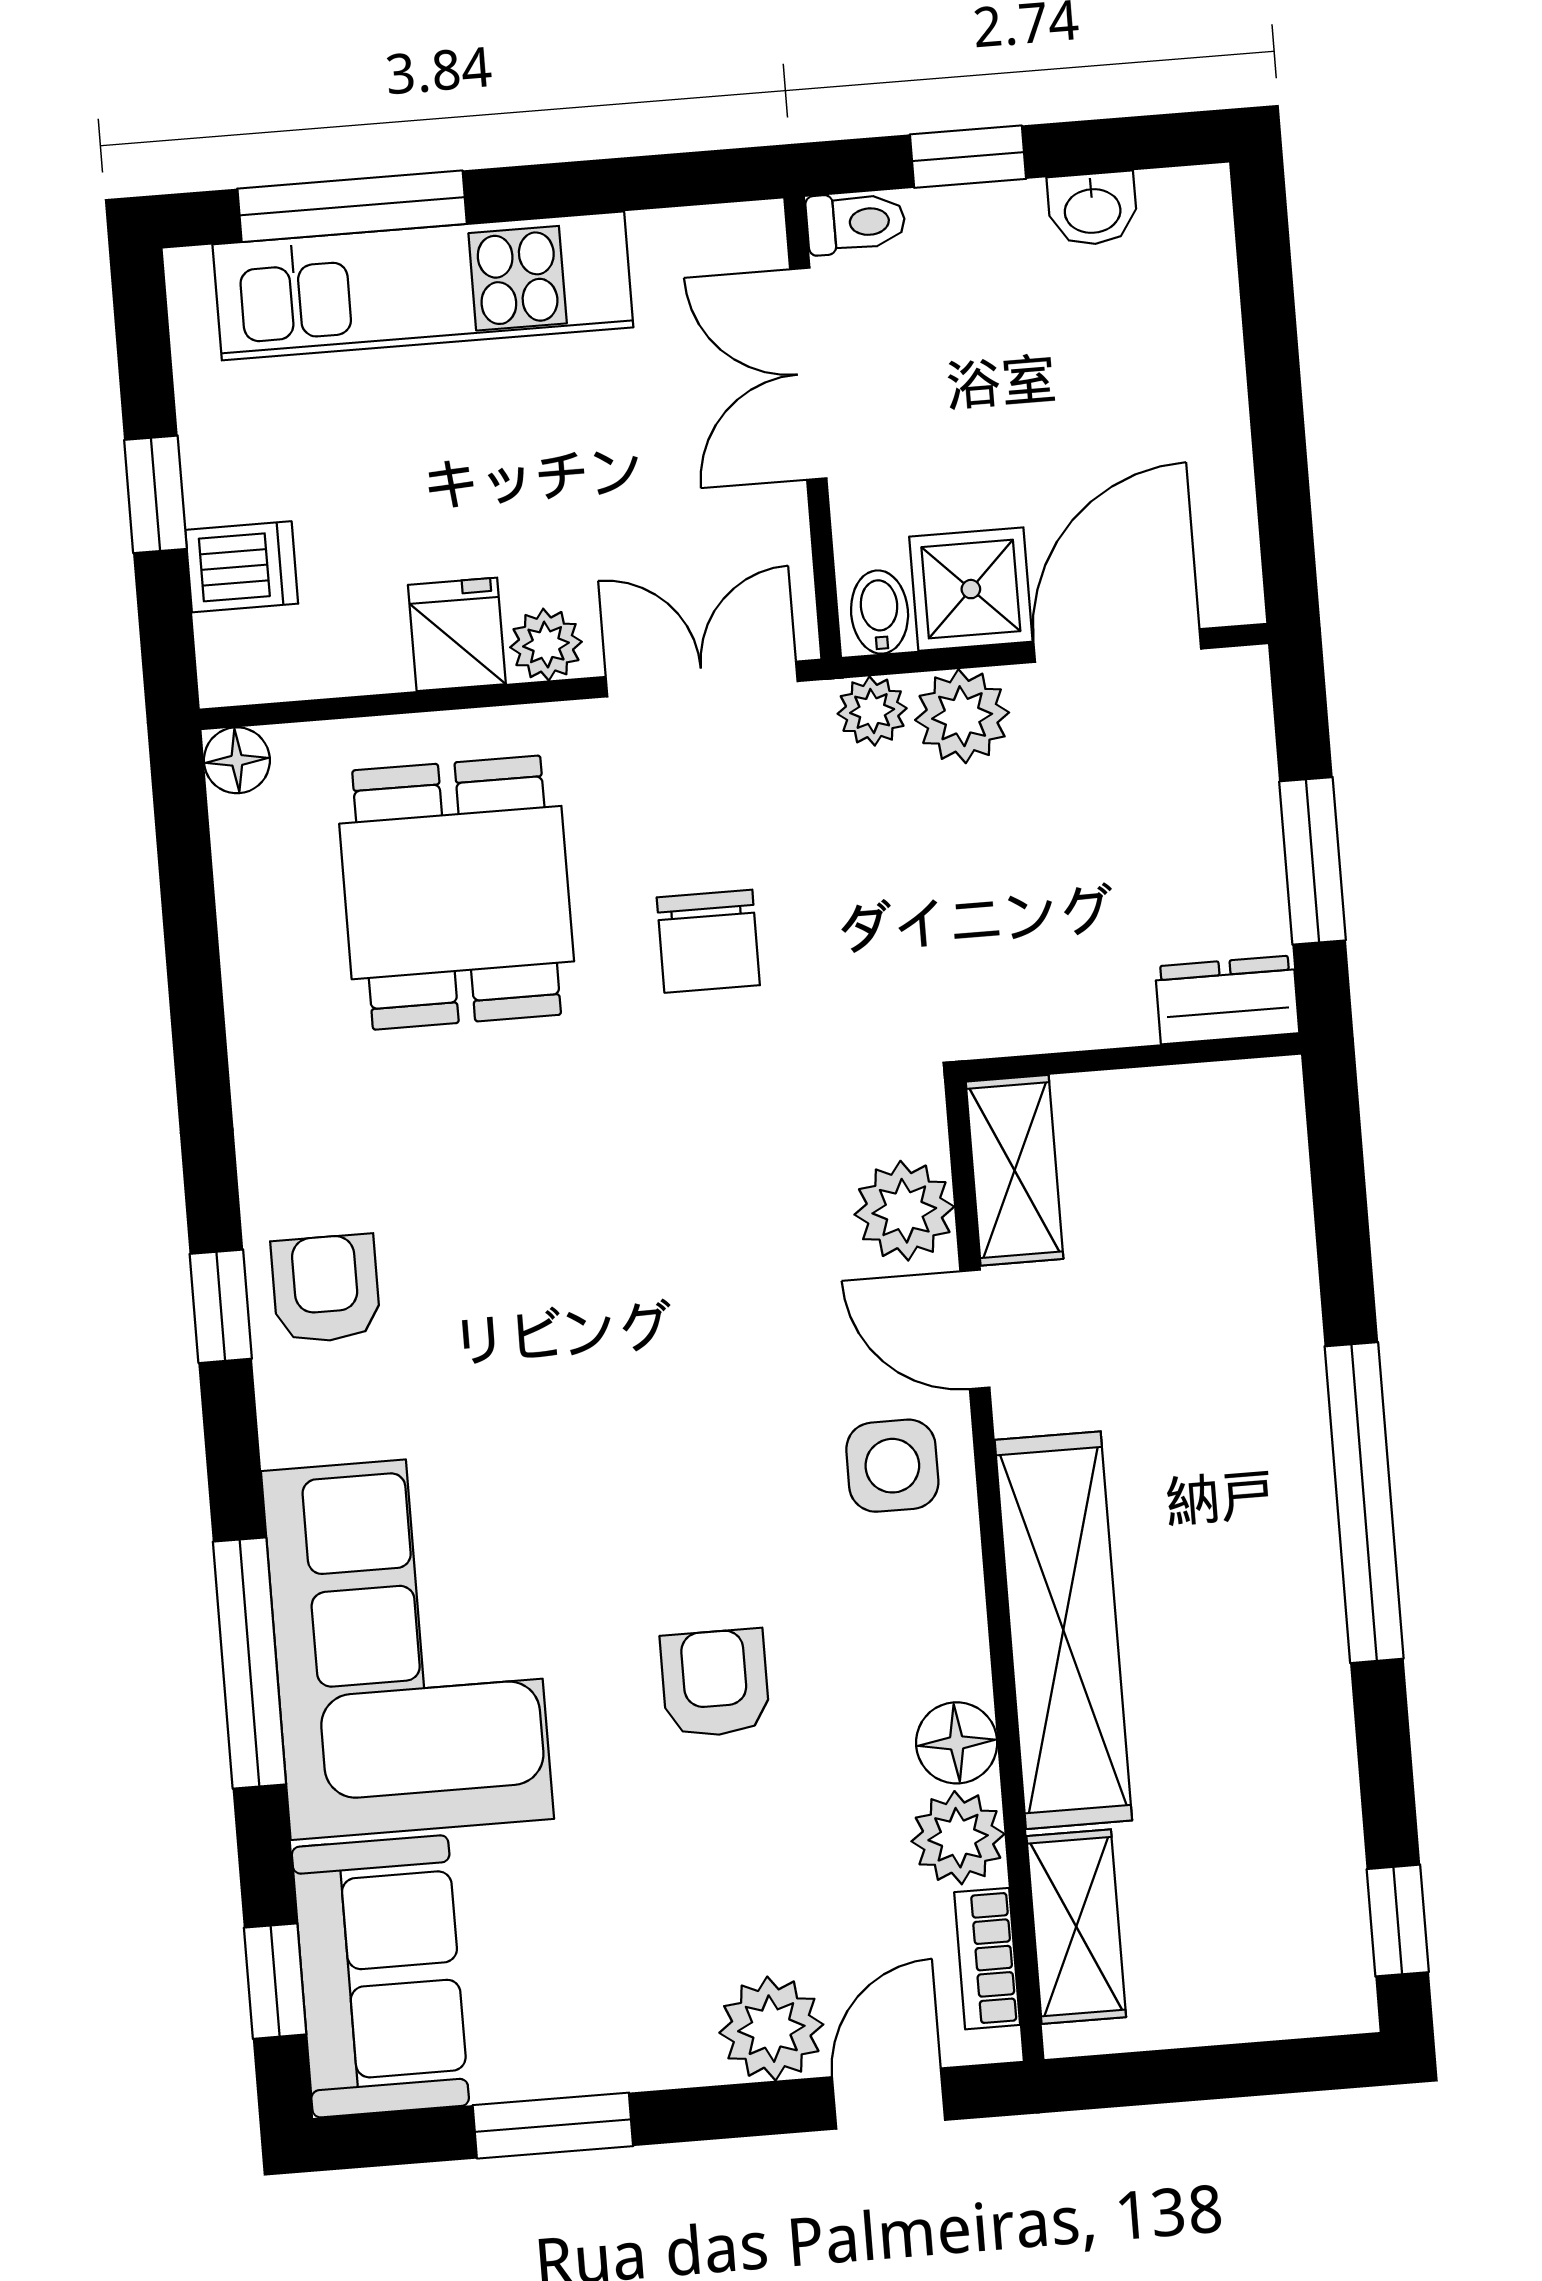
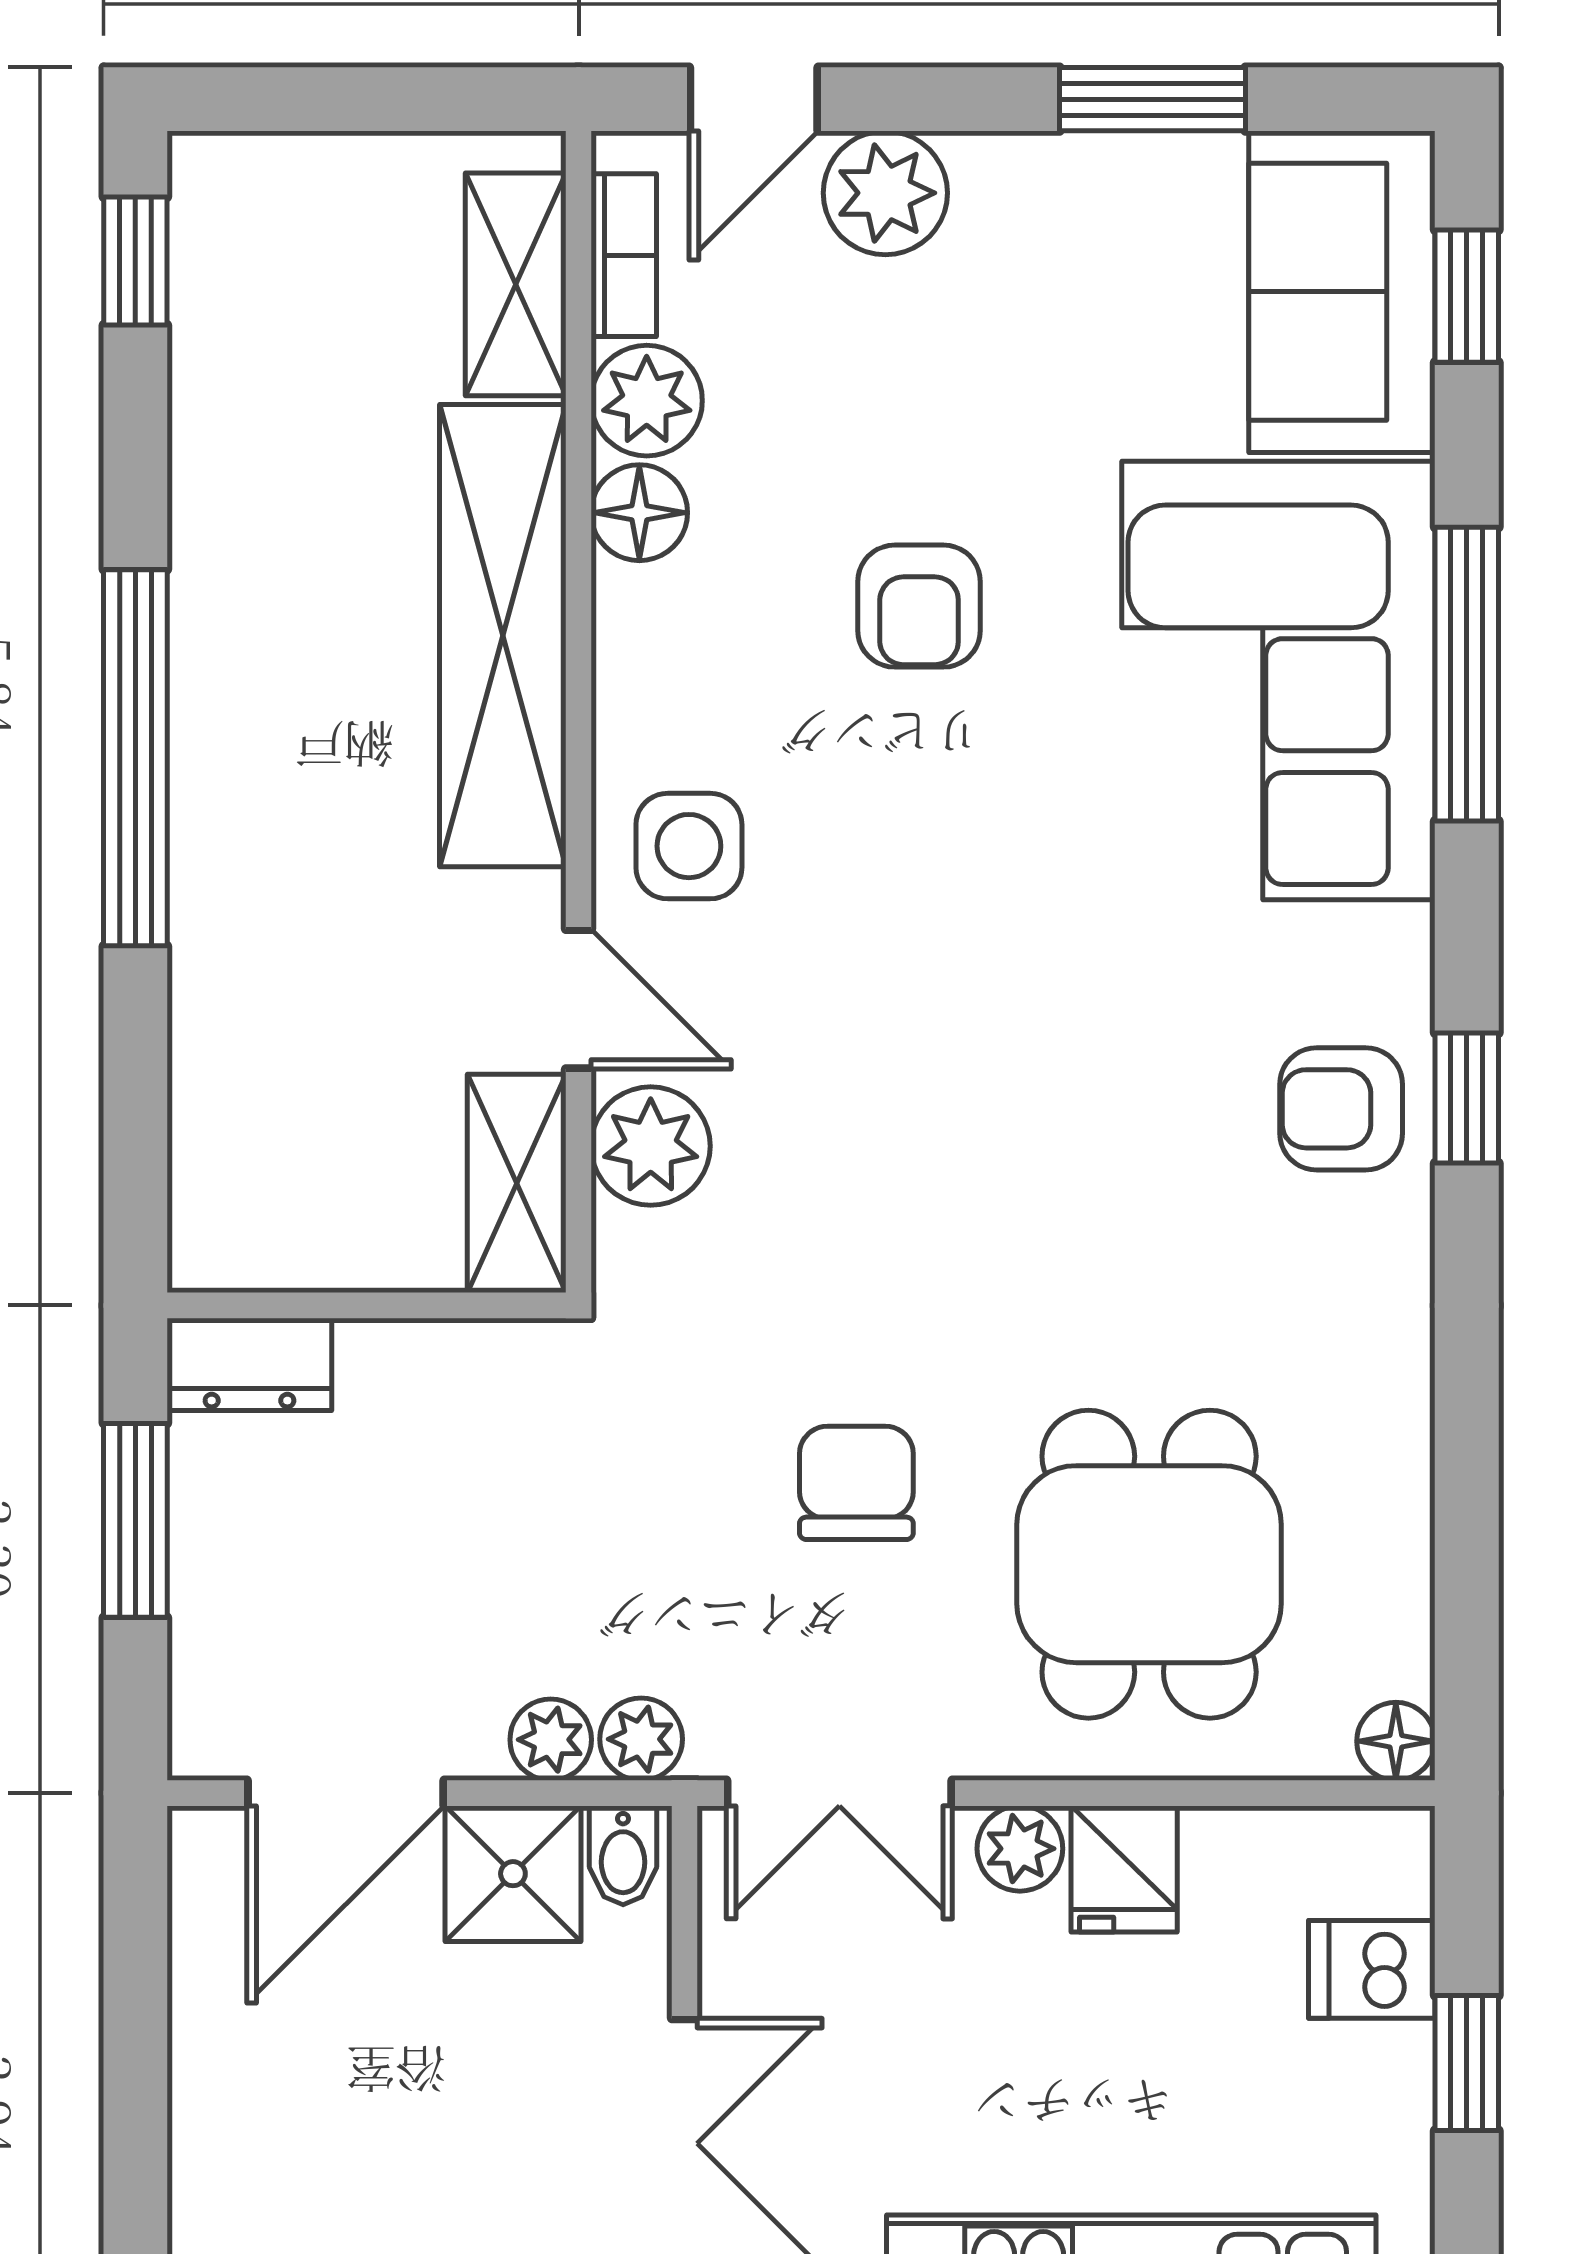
plant: (962, 716) -> (551, 1740), width x0.73, depth x0.73
armchair: (326, 1289) -> (1341, 1109), turned 90

